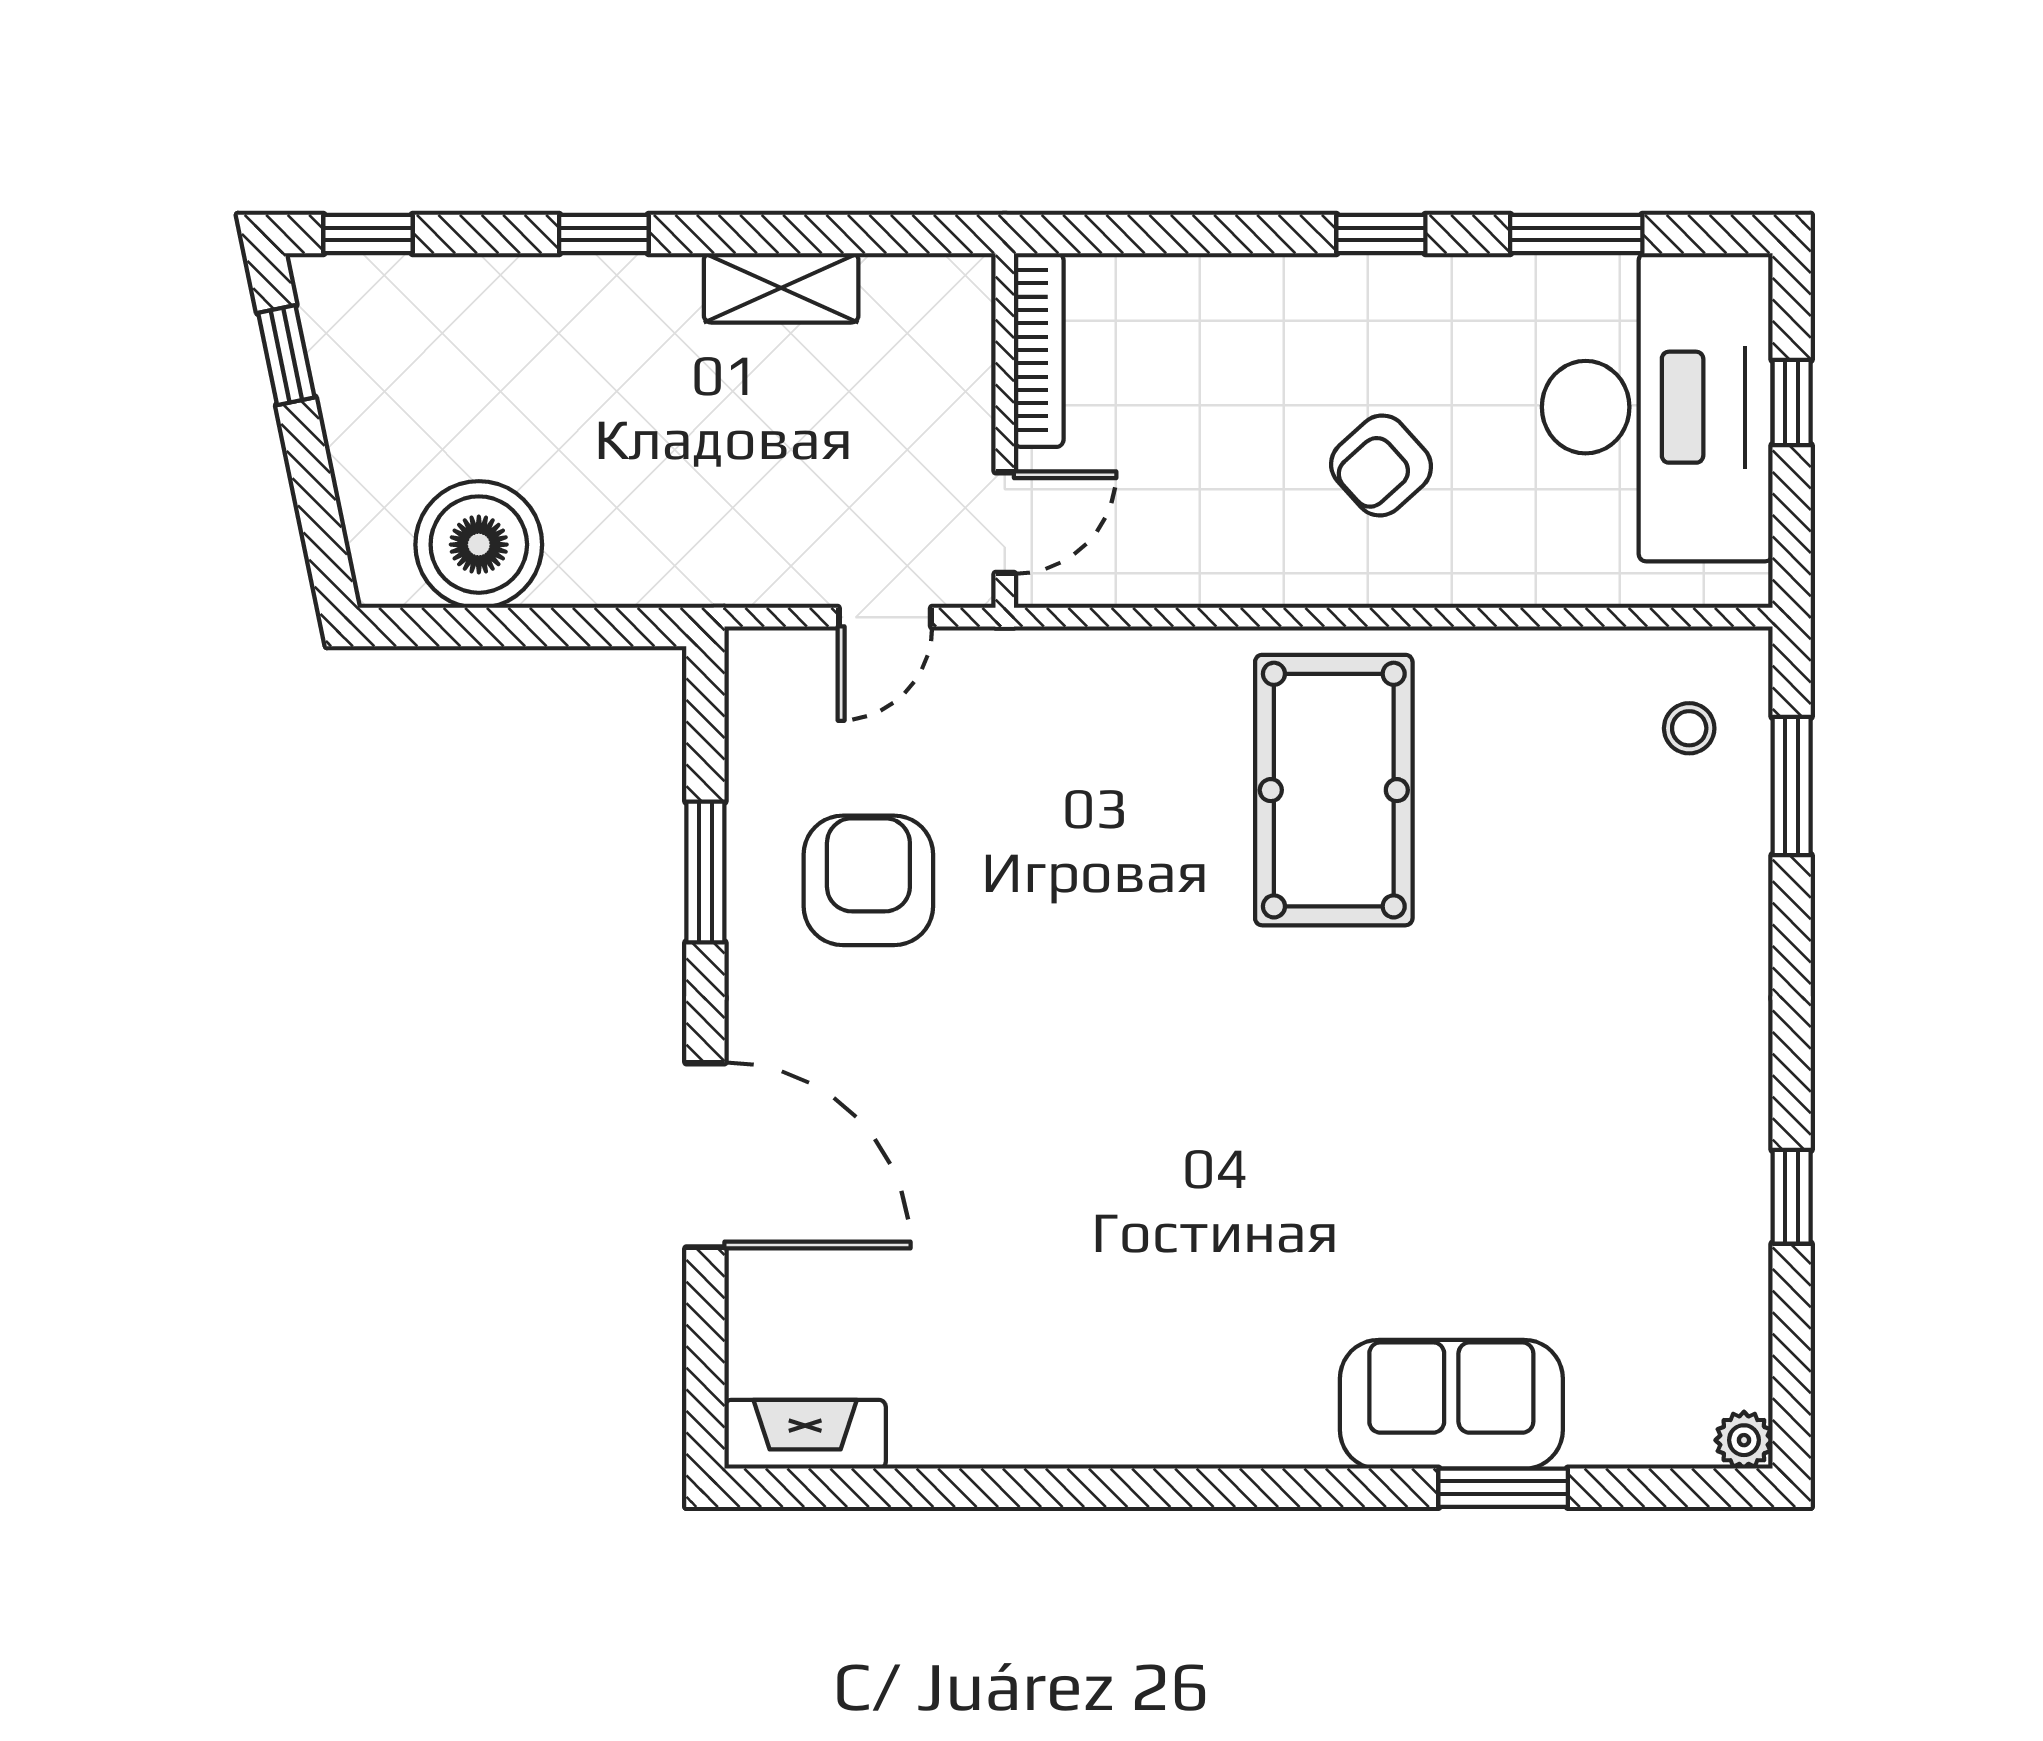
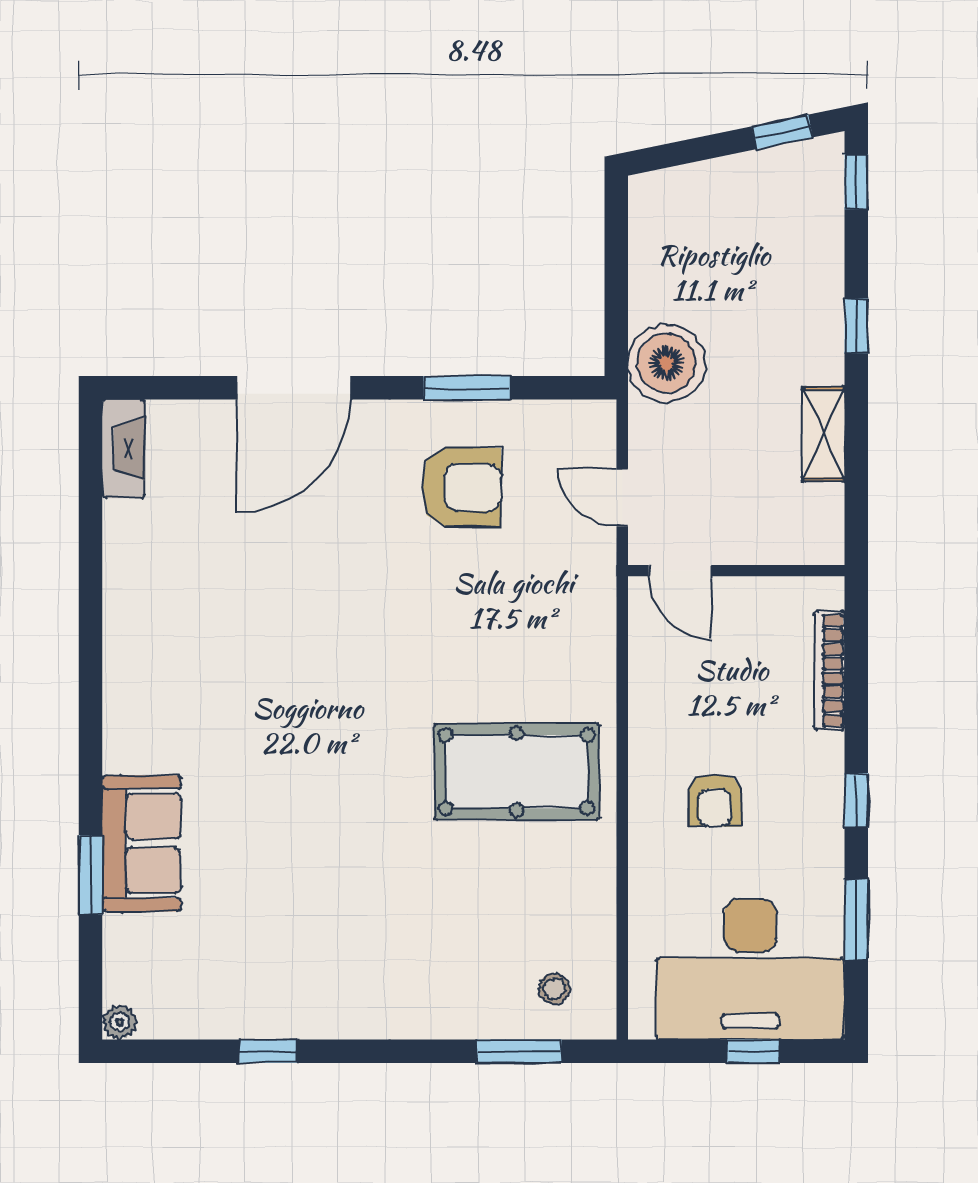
bookcase: (1039, 350) -> (829, 671), moved, turned 90
armchair: (1381, 465) -> (715, 800), turned -138
boiler: (479, 545) -> (667, 363), moved

